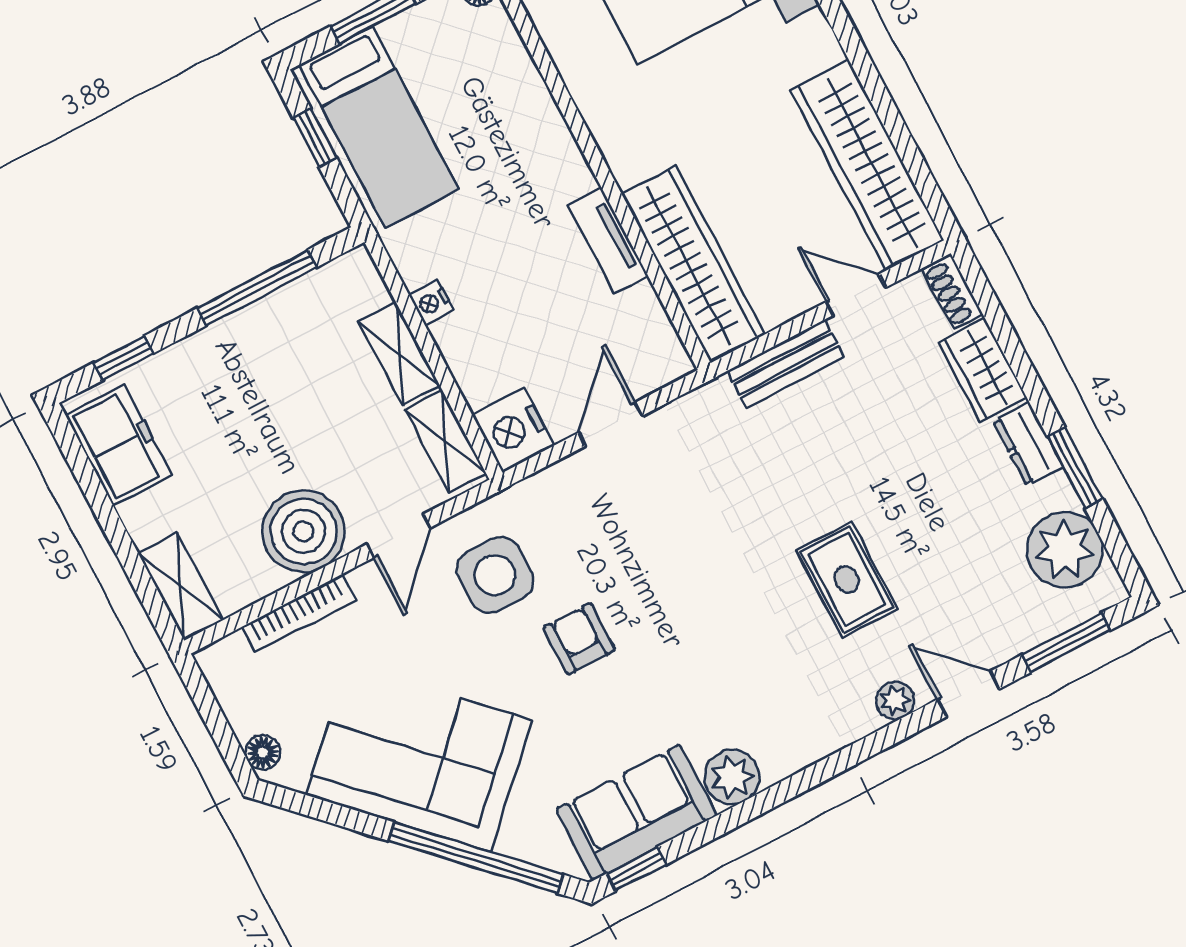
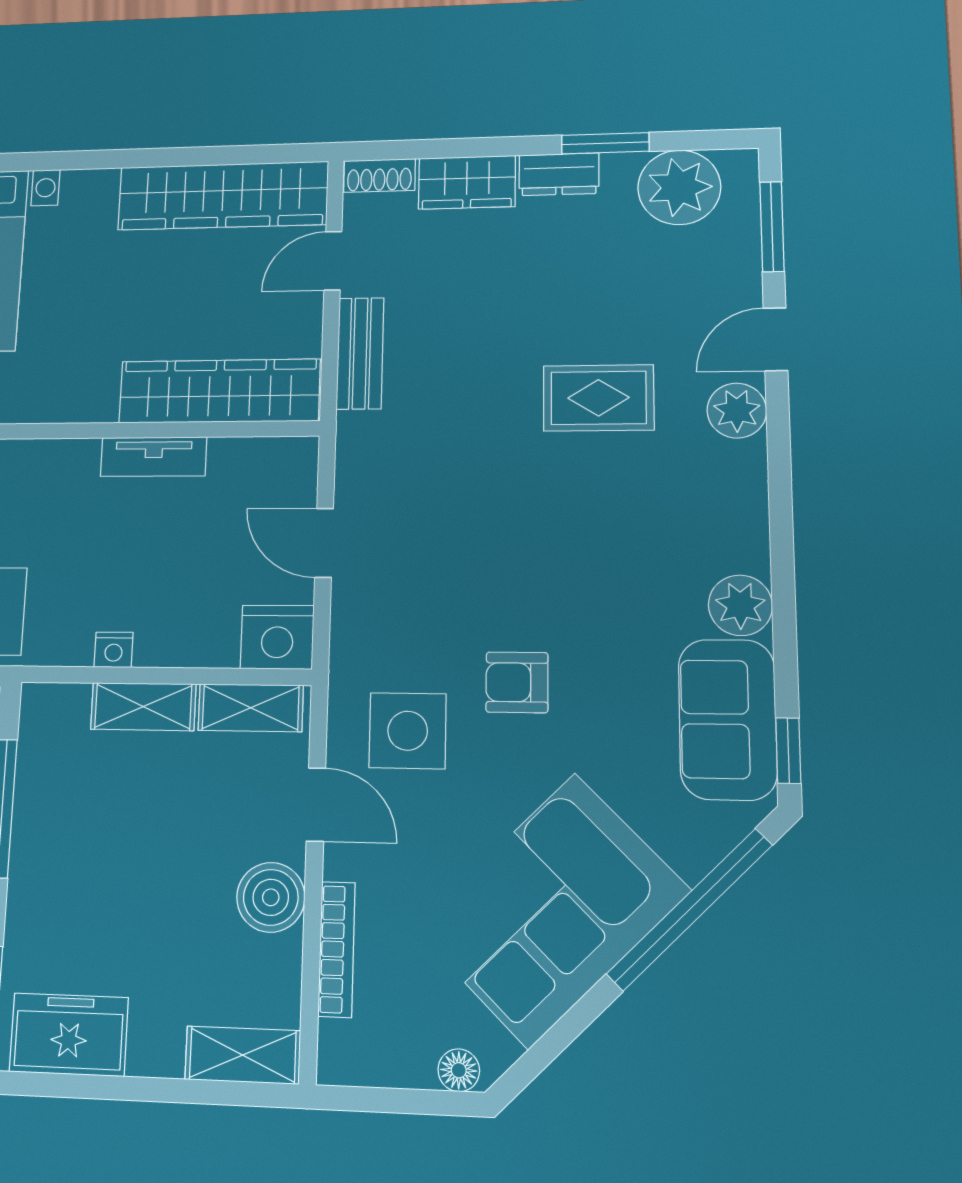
boiler: (303, 531) -> (271, 897), width x0.73, depth x0.73
plant: (895, 700) -> (737, 411), width x1.38, depth x1.38

